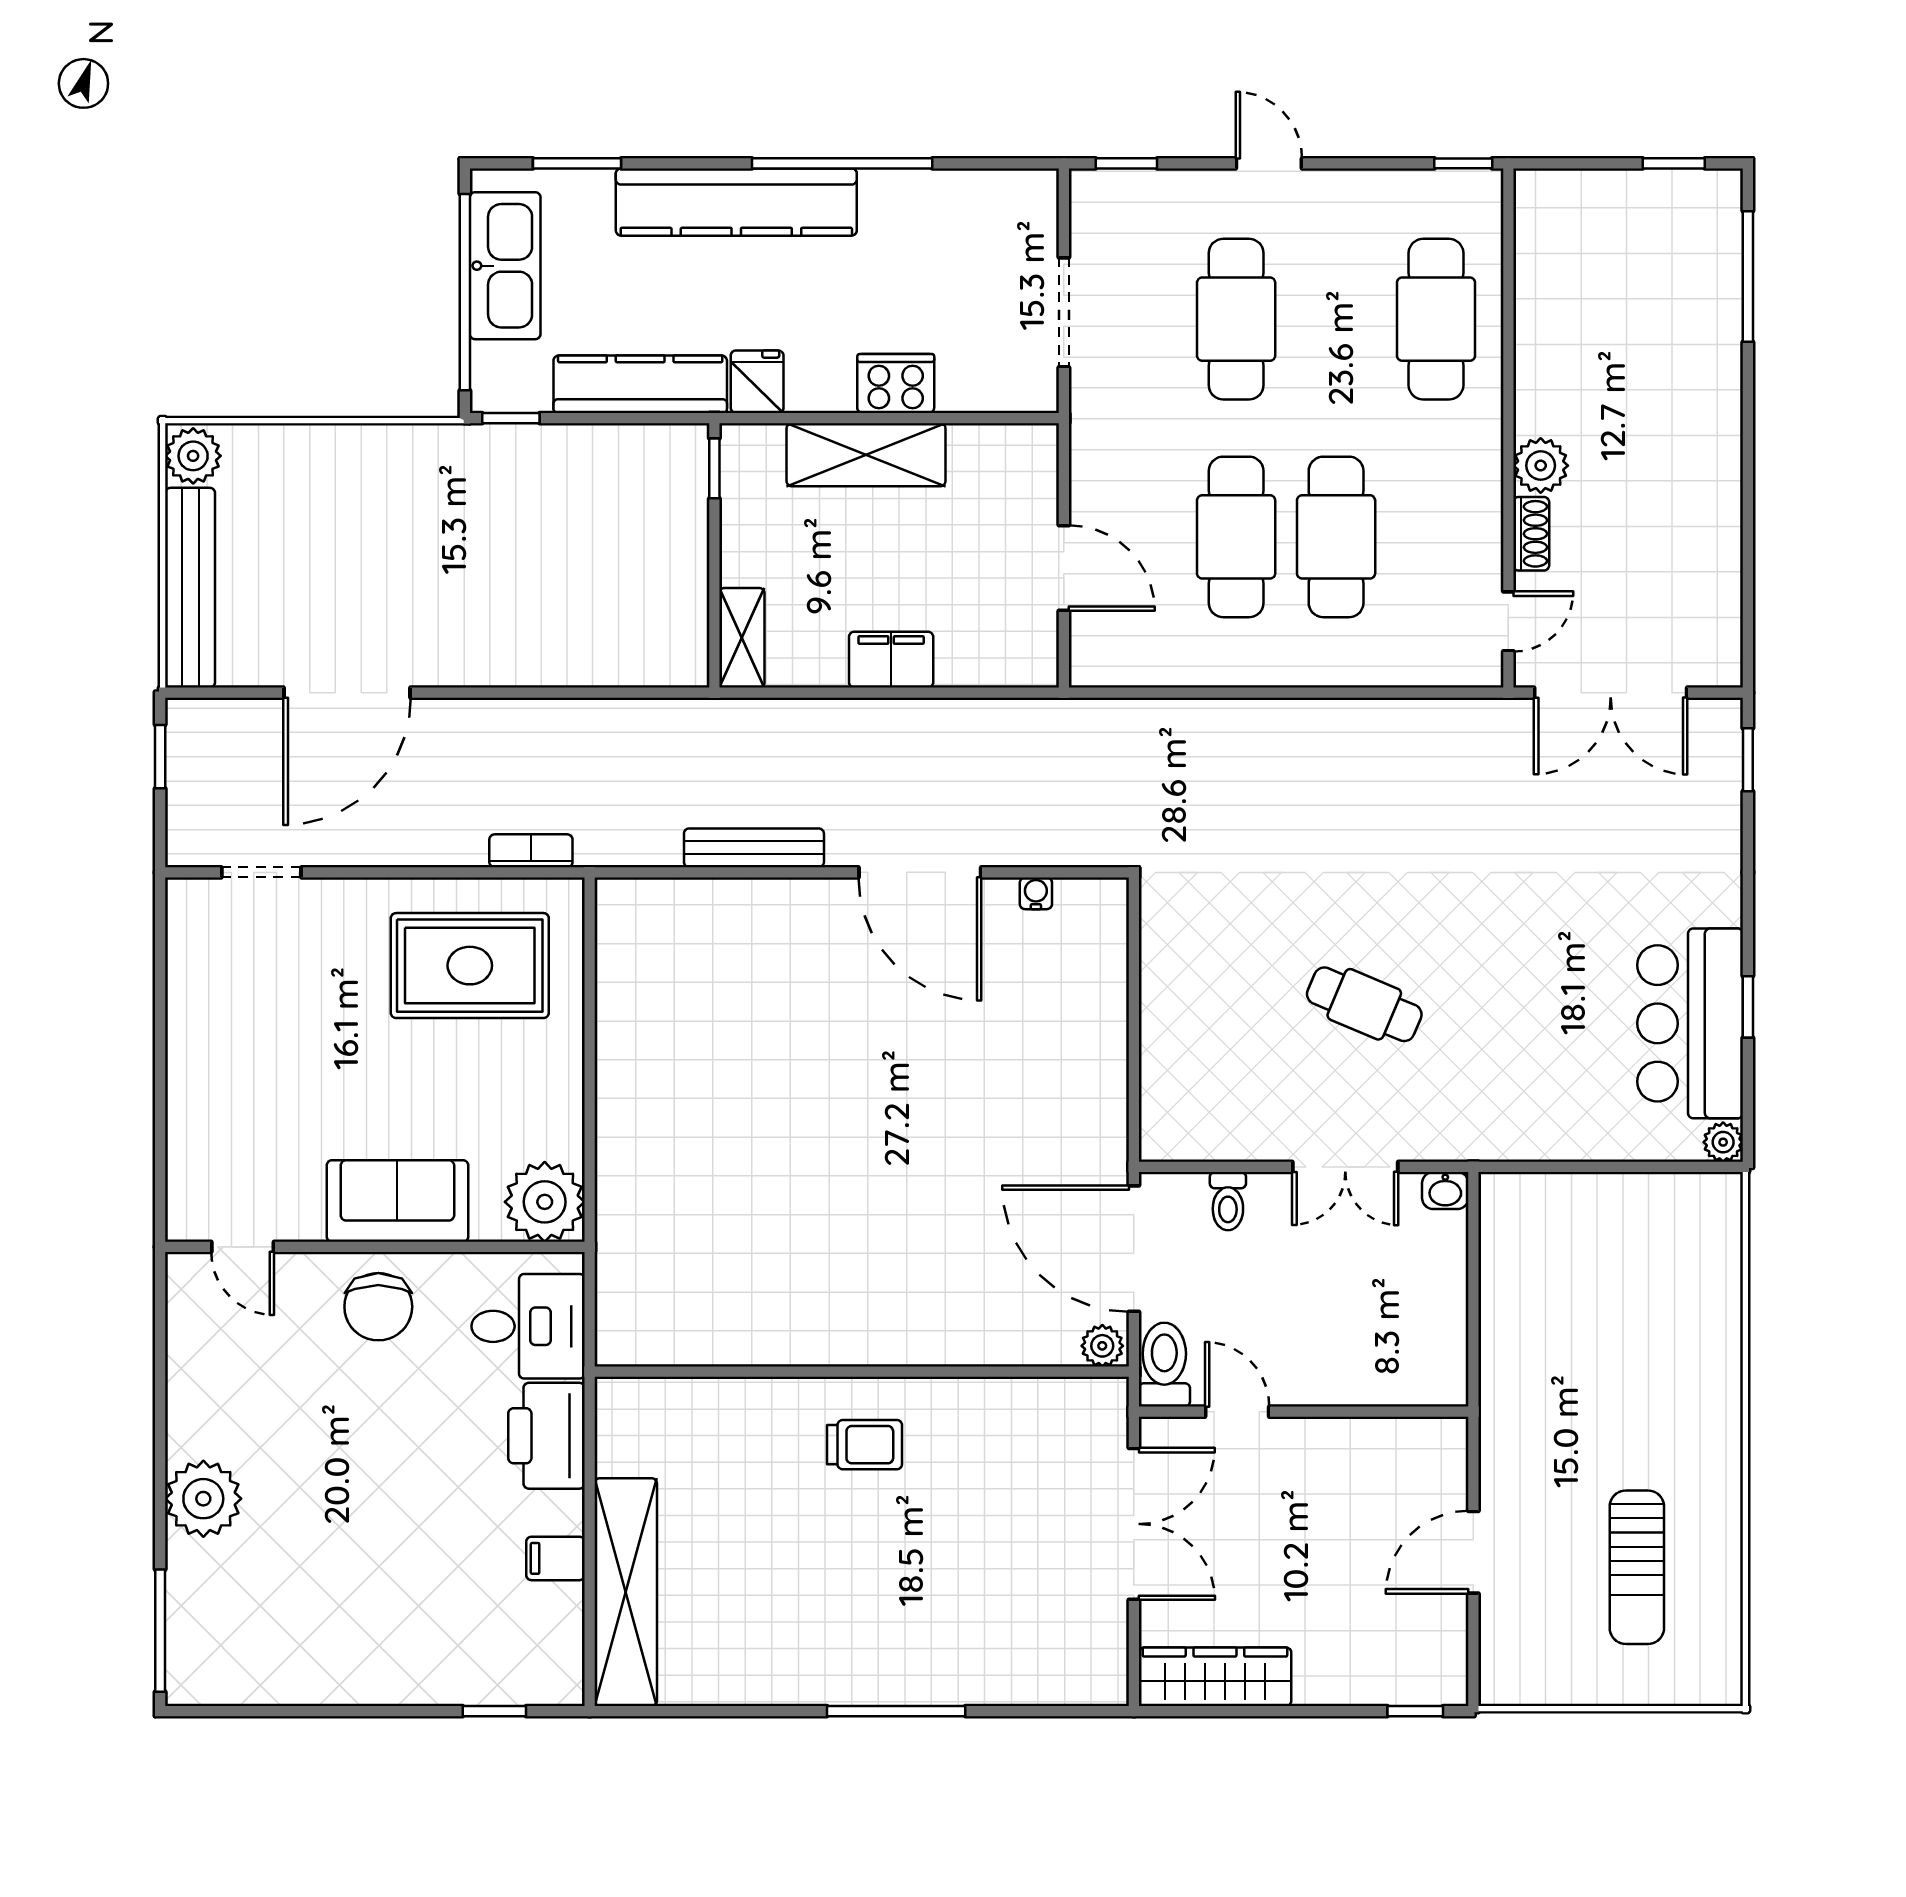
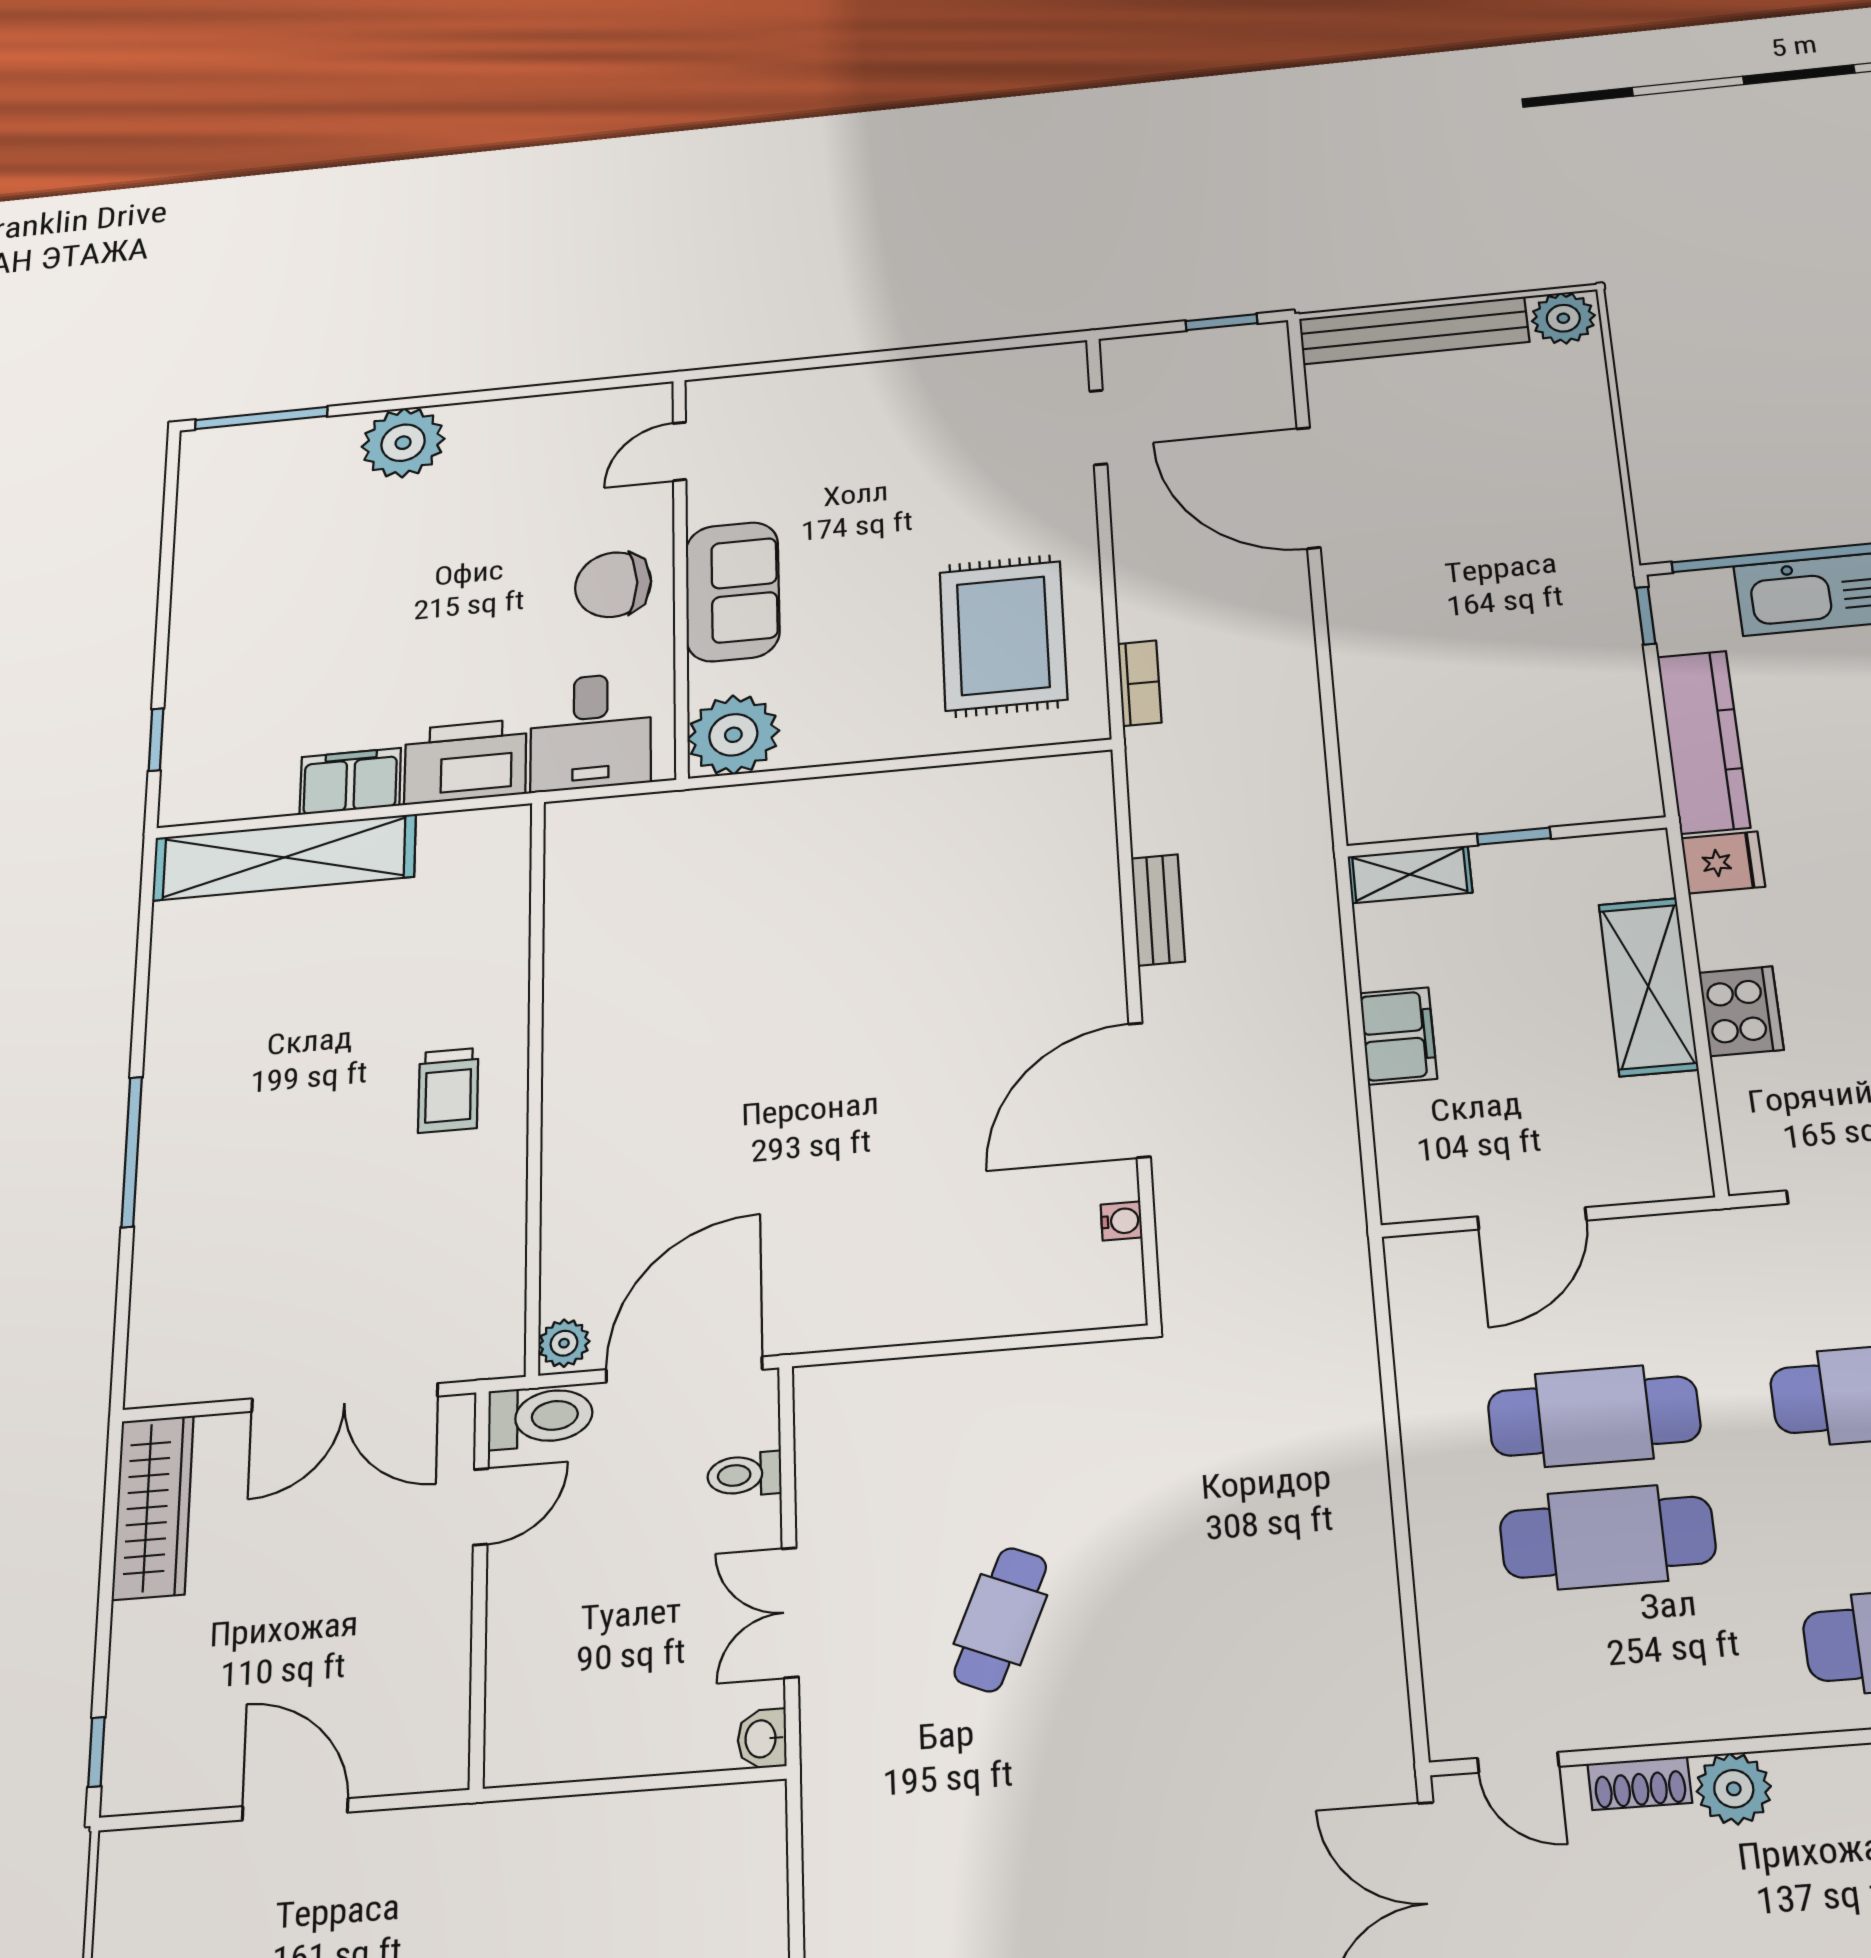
window: (714, 468) -> (1514, 836), moved
bench: (754, 848) -> (1158, 910), width x0.73
filing cabinet: (555, 1558) -> (350, 781), width x2.00

